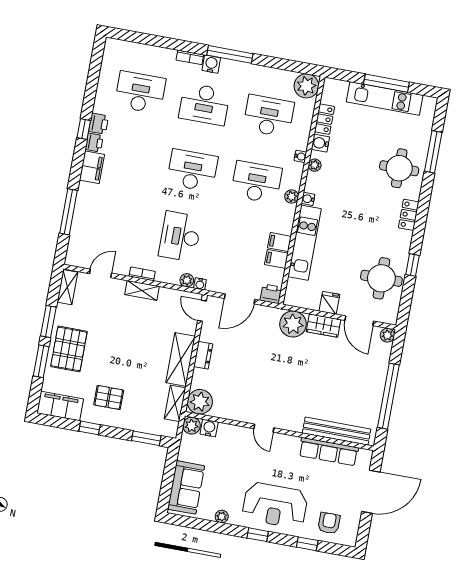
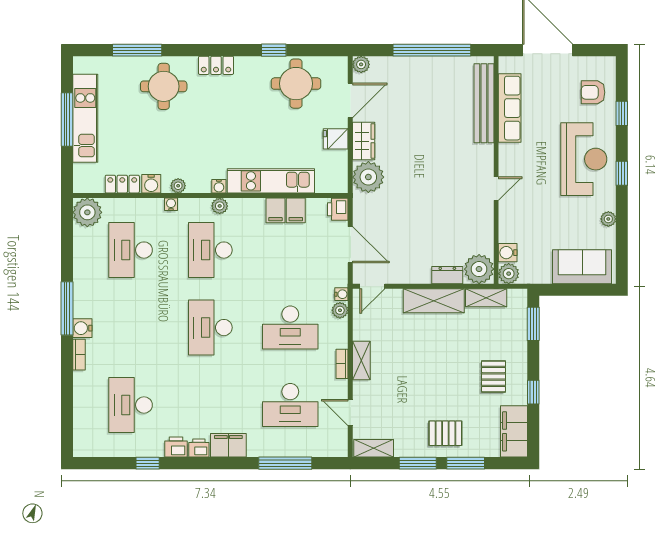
desk: (204, 104) -> (290, 405), moved, turned 90
window: (84, 129) -> (148, 463), moved
pallet: (69, 349) -> (445, 433), width x0.67, depth x0.71
dresser: (203, 355) -> (447, 275), moved

